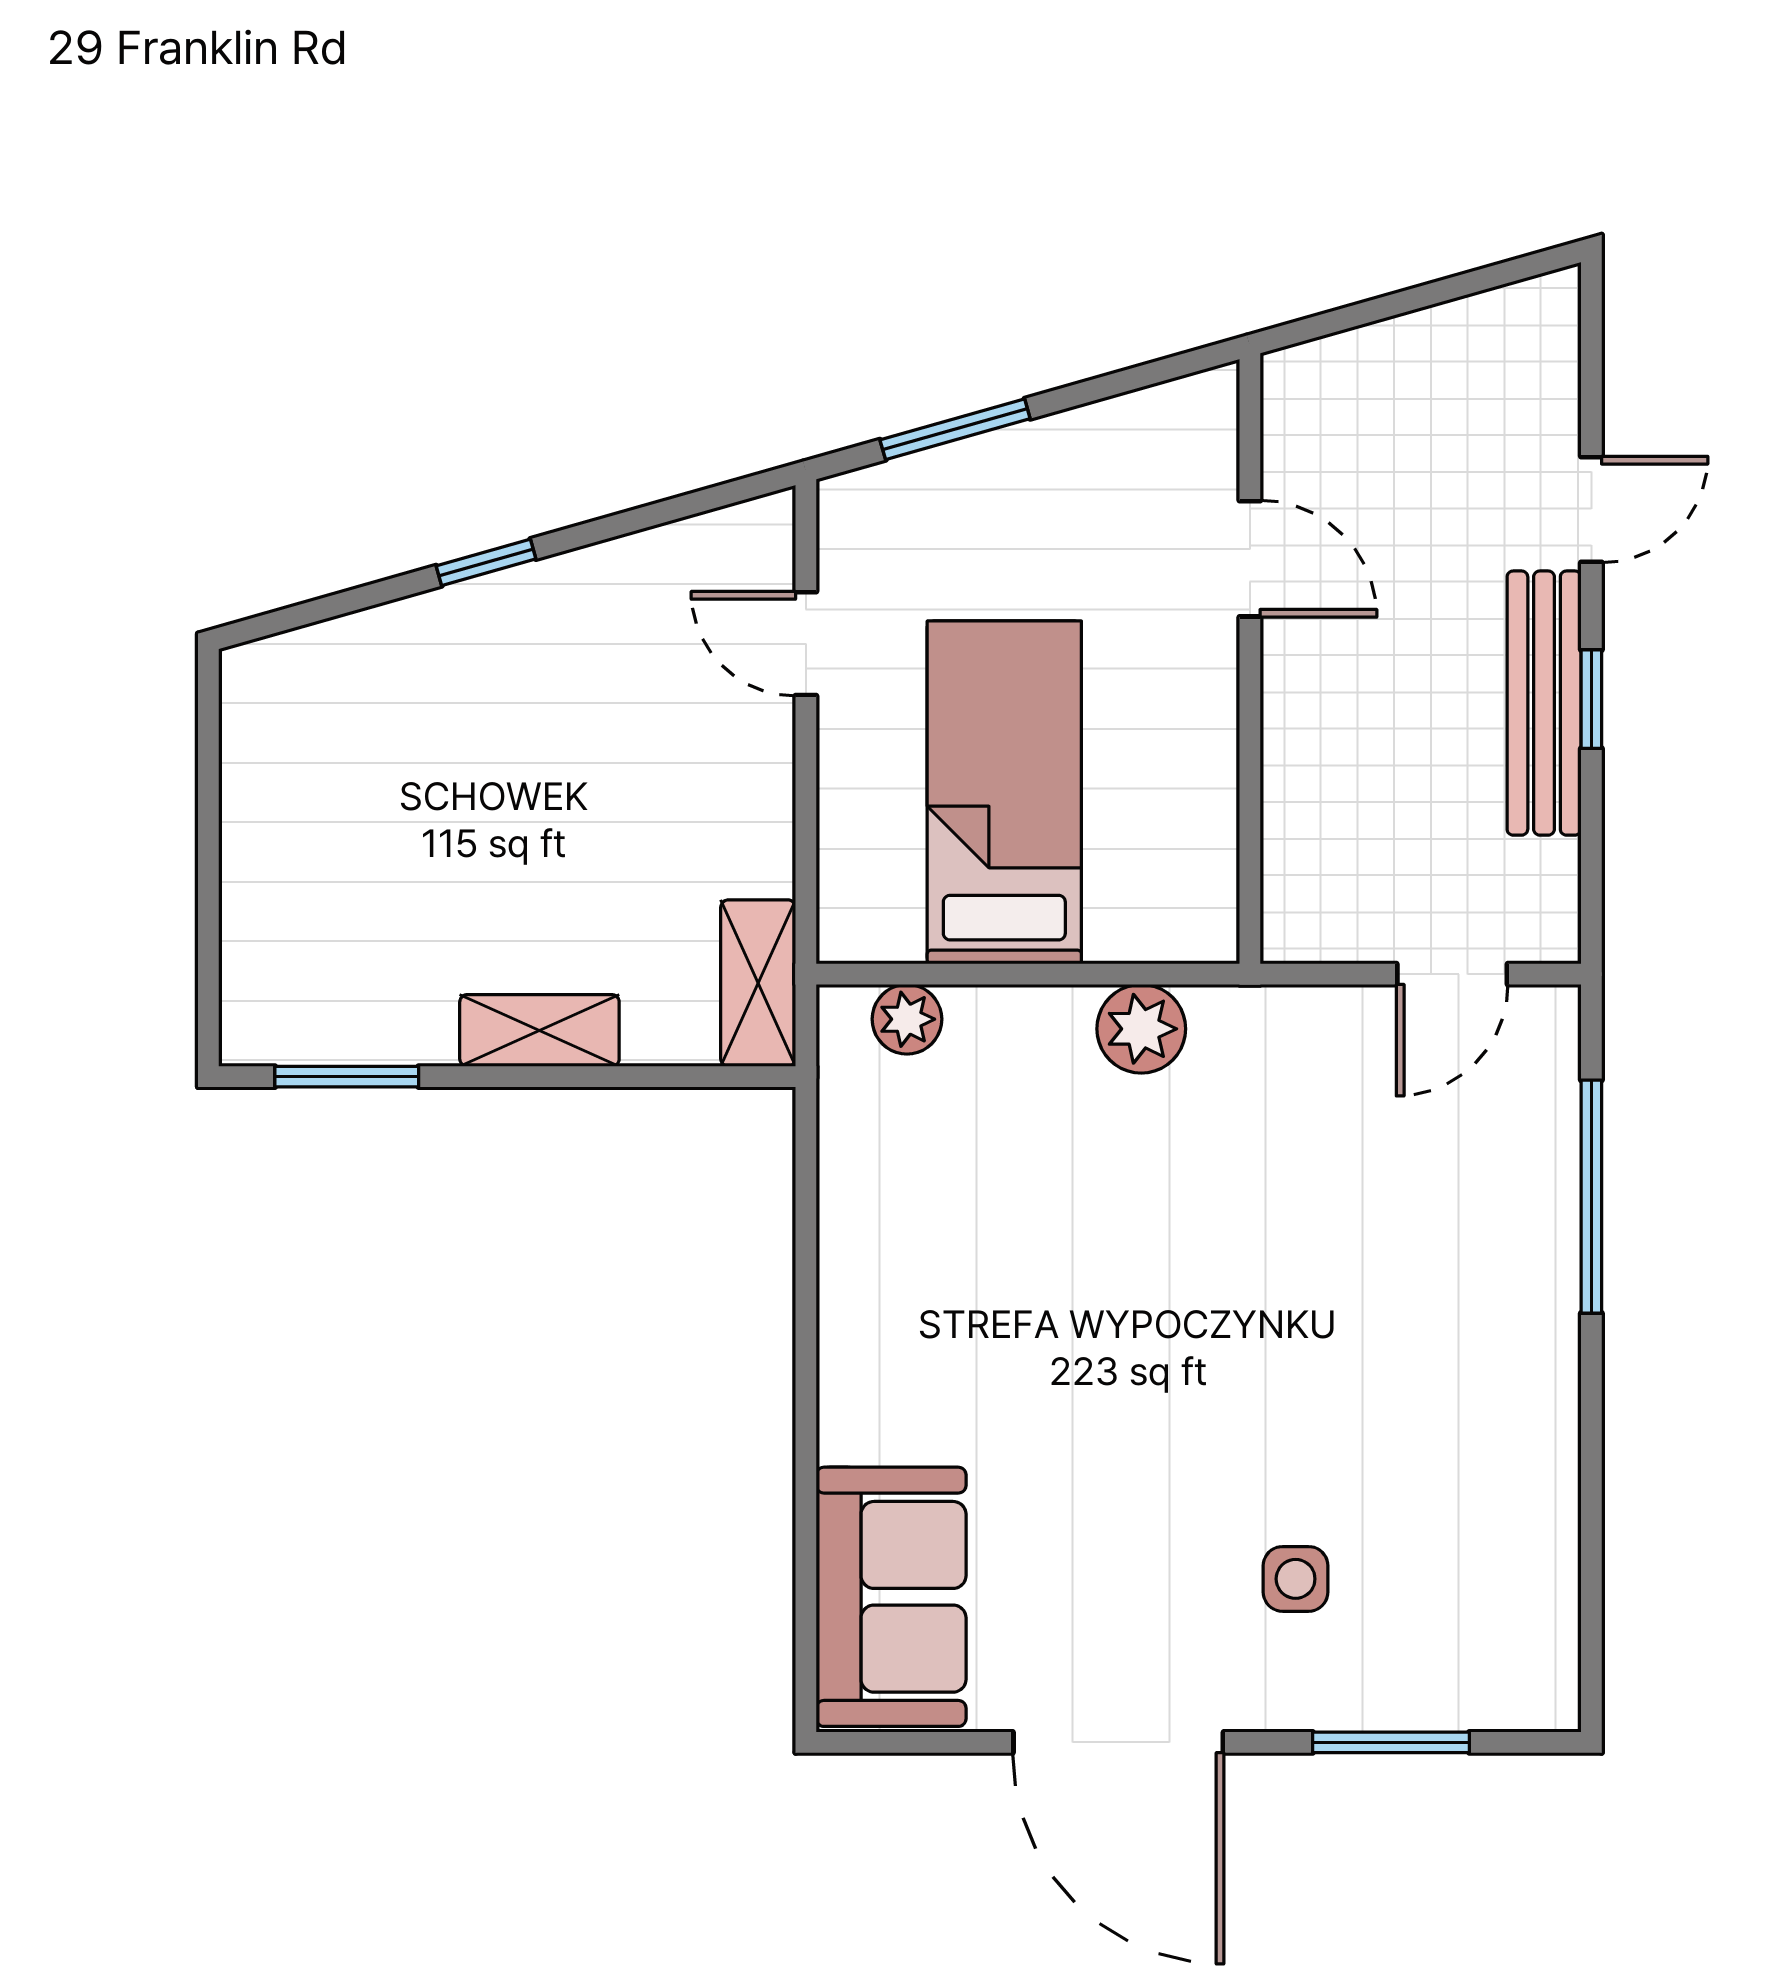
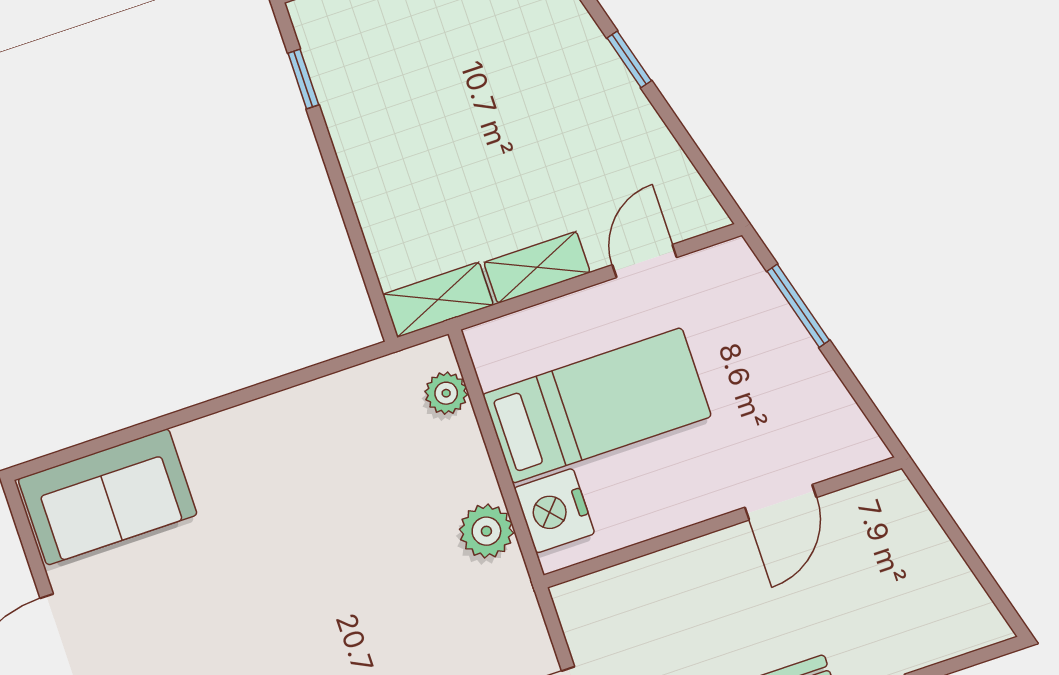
nightstand: (1145, 913) -> (554, 511), added
shelving: (539, 1030) -> (537, 267), moved, turned 90
window: (347, 1077) -> (303, 79), width x0.67

